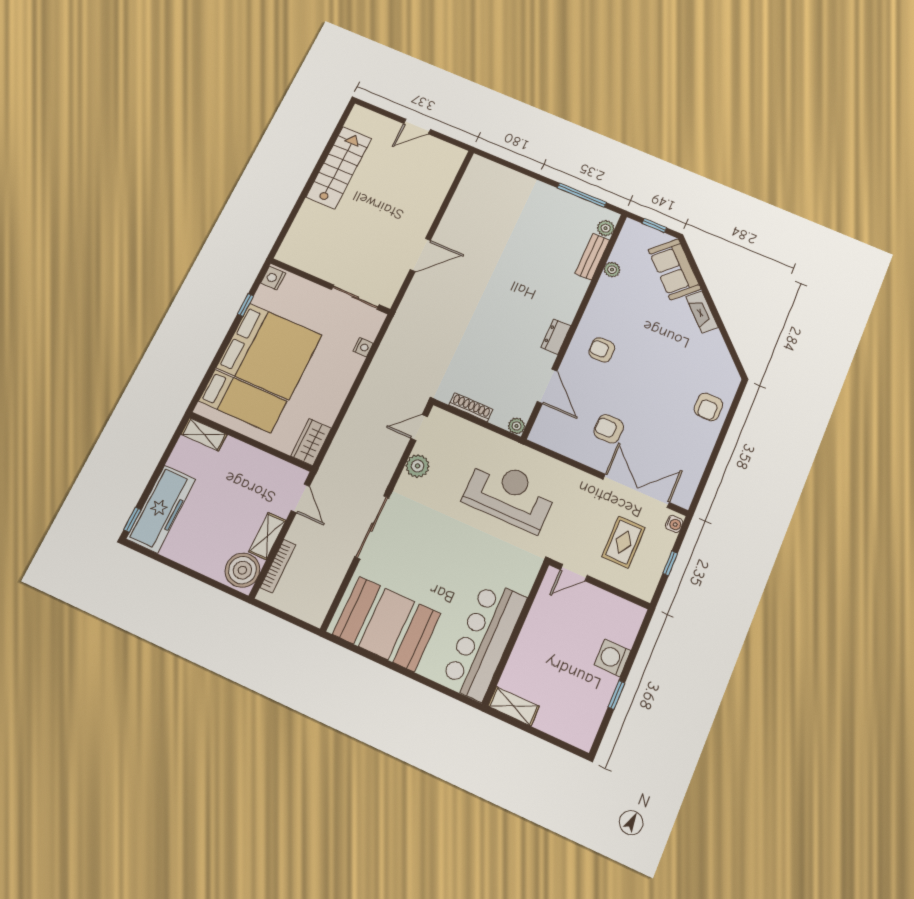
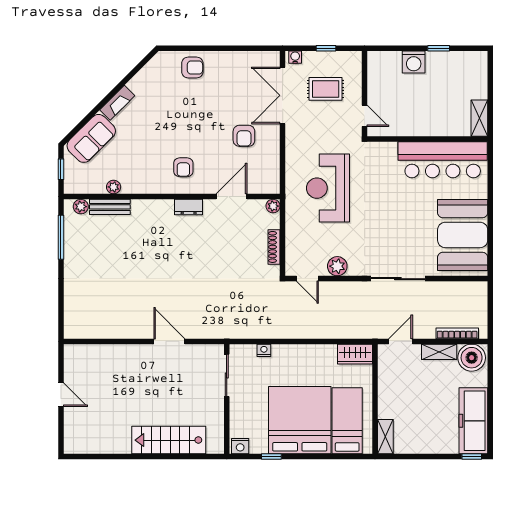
stairs: (339, 168) -> (169, 440), moved
freezer: (161, 509) -> (473, 421), moved, turned -90

